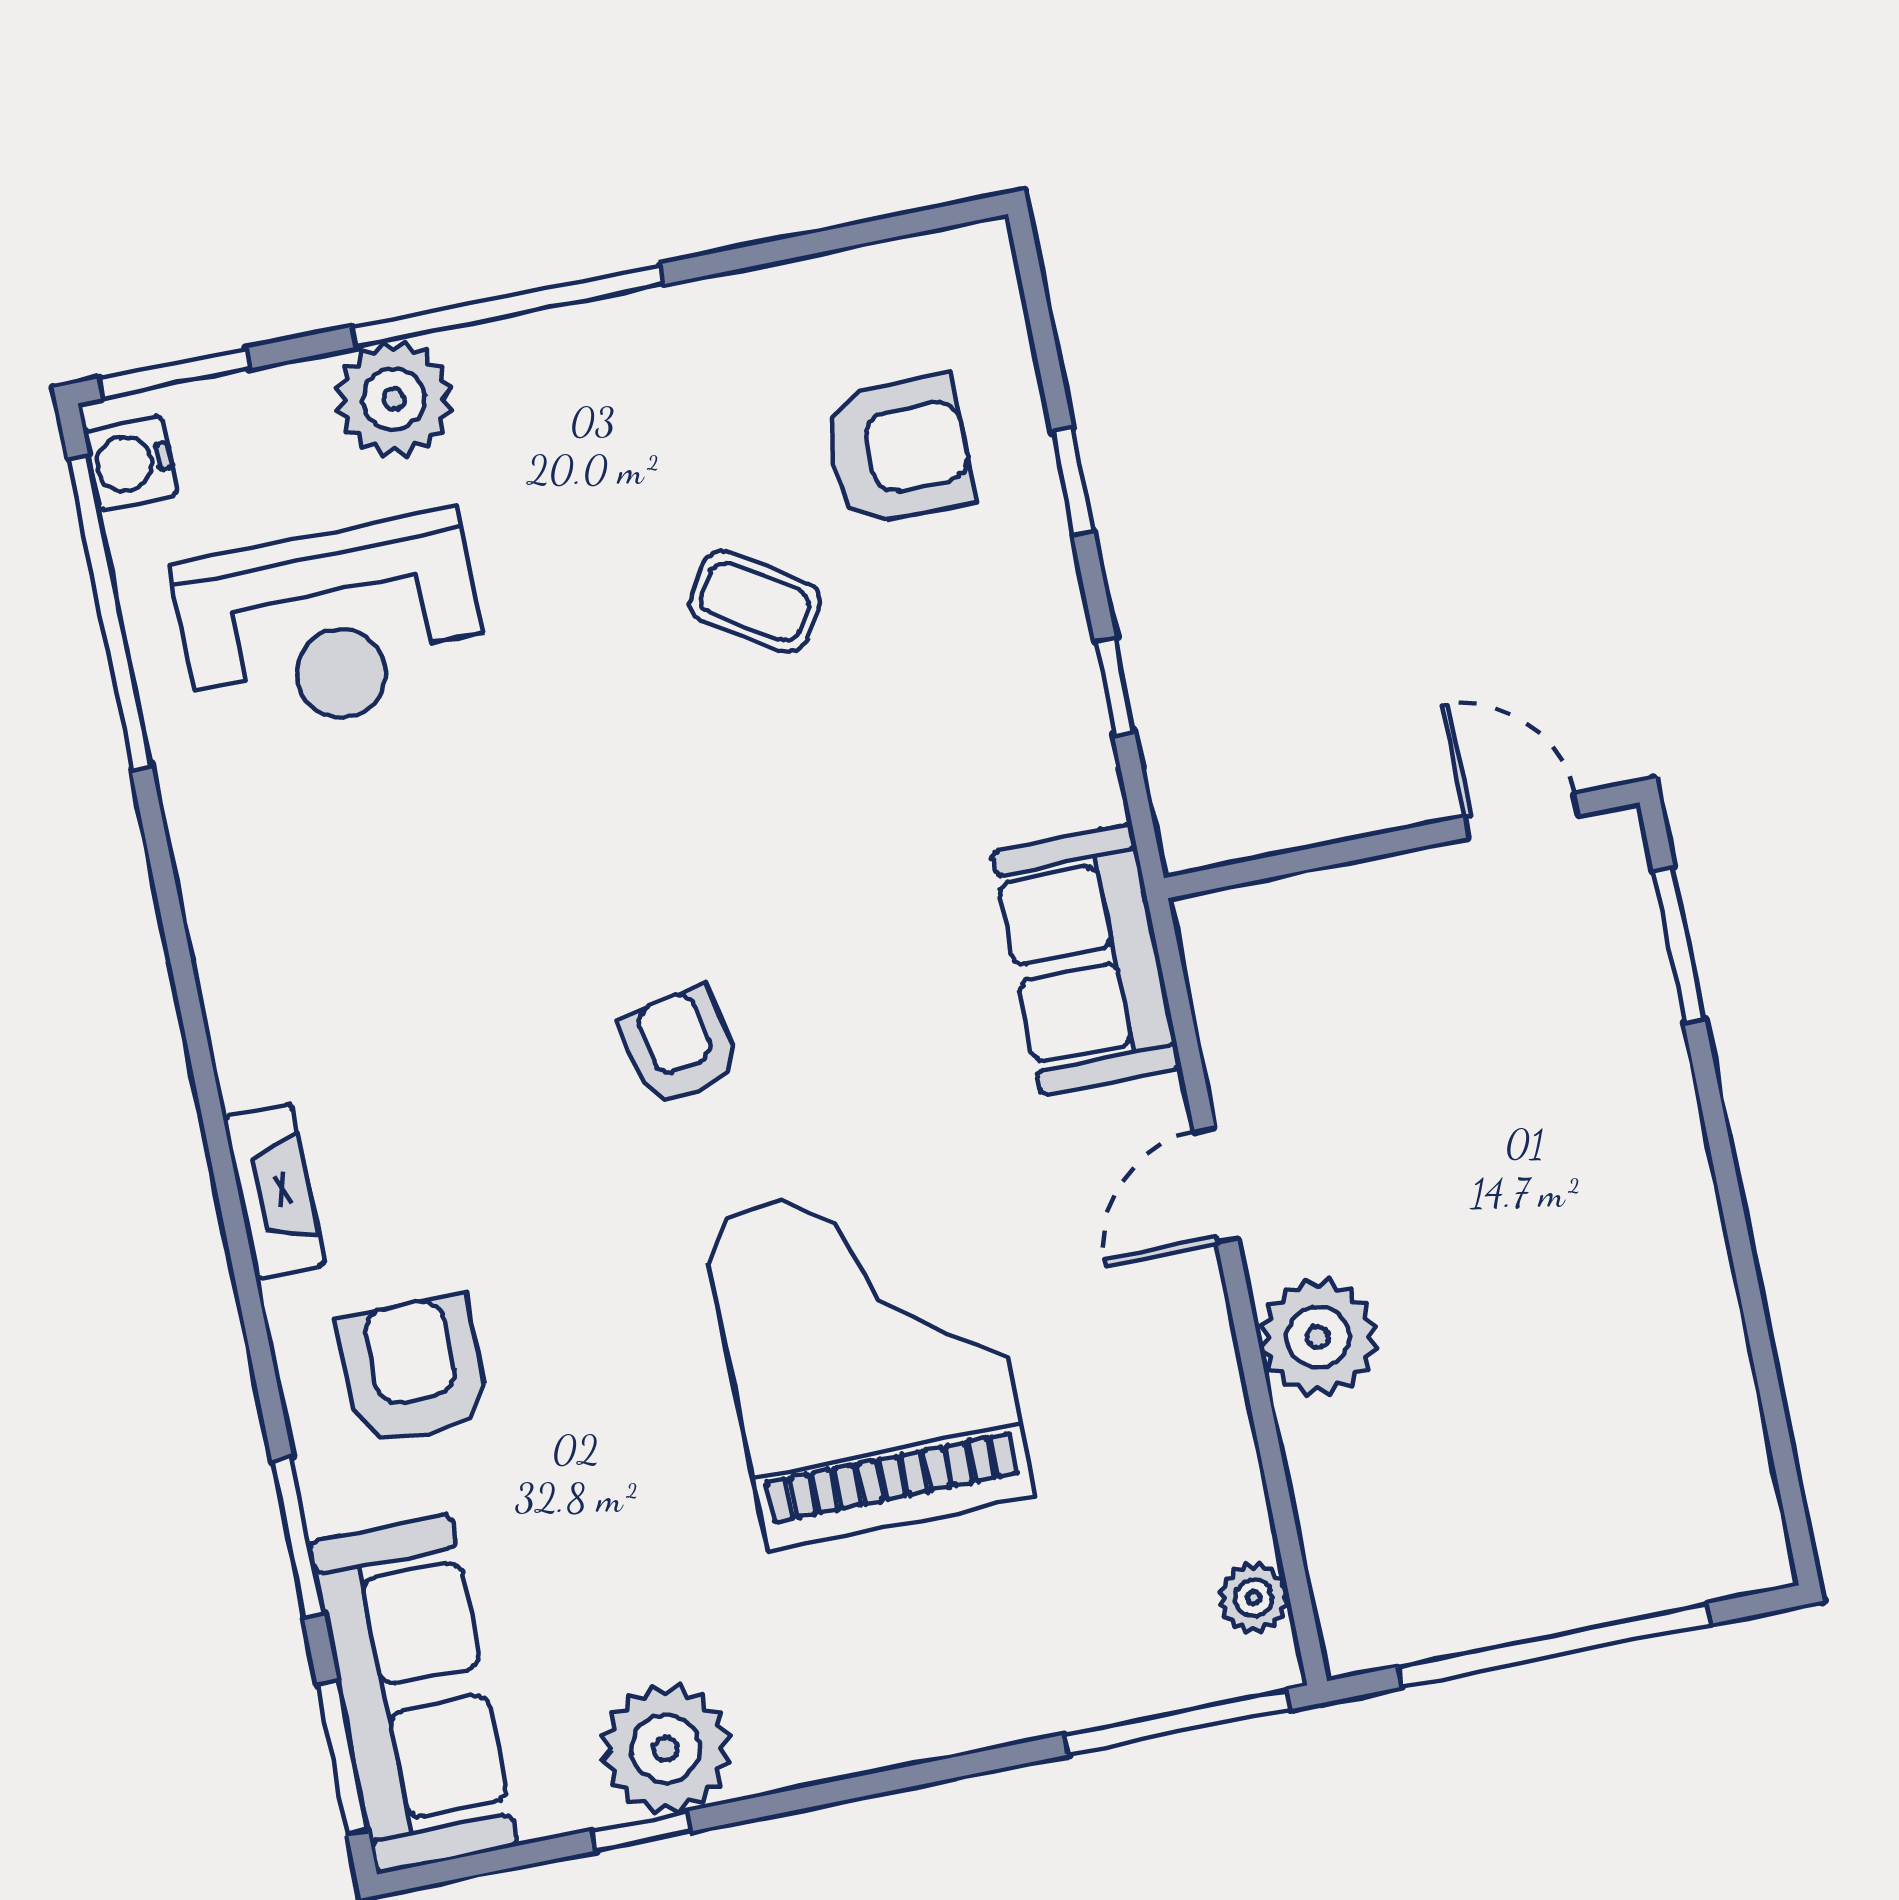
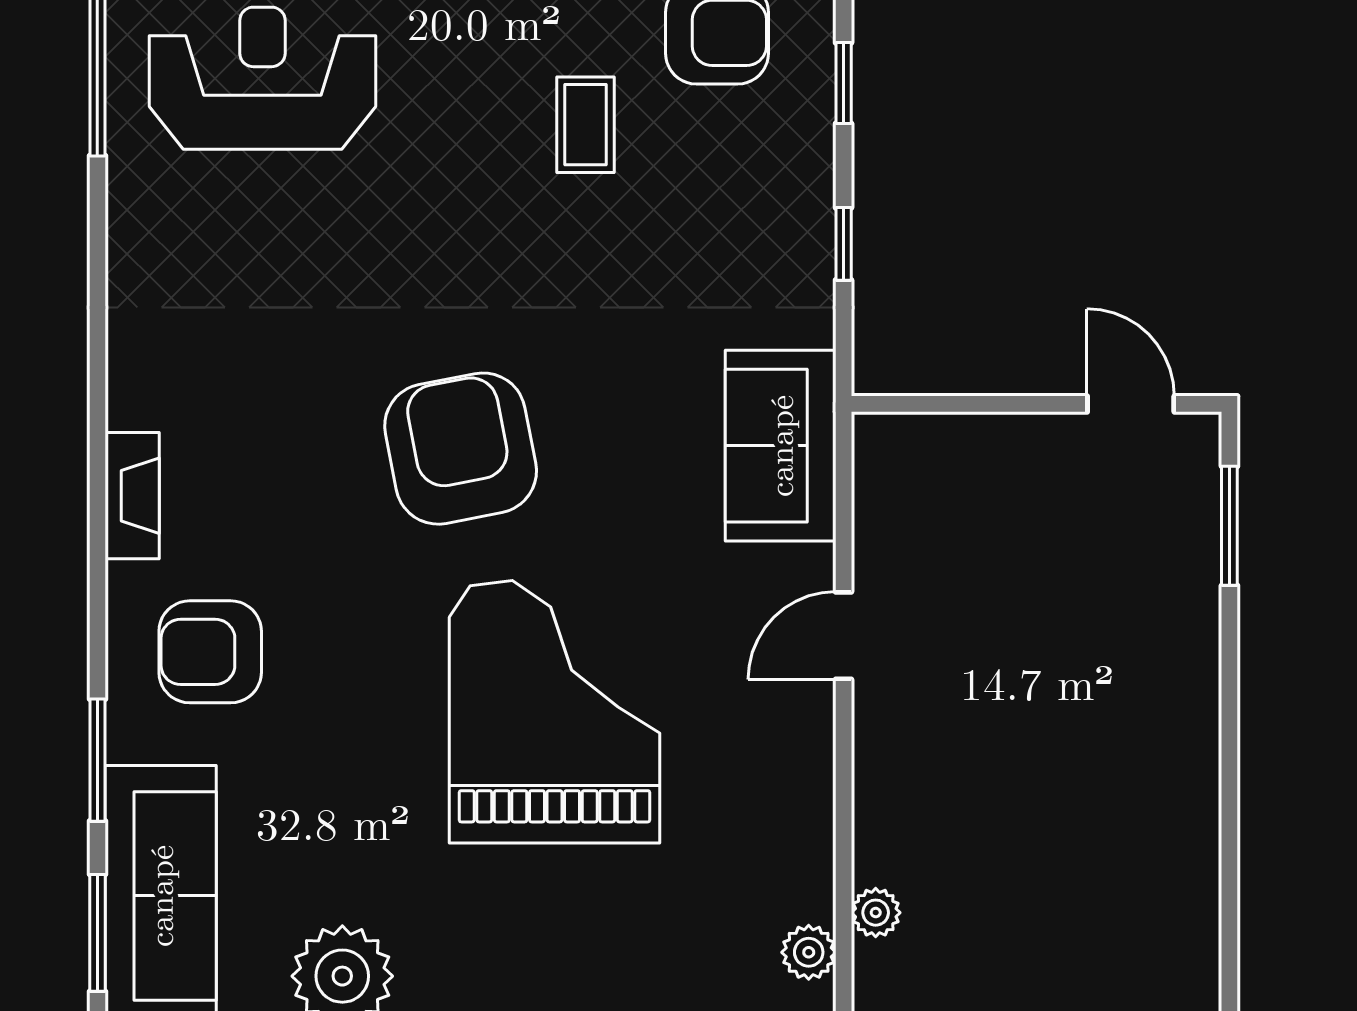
coffee table: (755, 602) -> (585, 125), turned 58
reception desk: (331, 626) -> (262, 78), turned 180
armchair: (680, 1046) -> (461, 449), width x1.88, depth x1.88
plant: (1318, 1337) -> (876, 913), moved, width x0.53, depth x0.53
armchair: (413, 1370) -> (210, 652), turned -90

